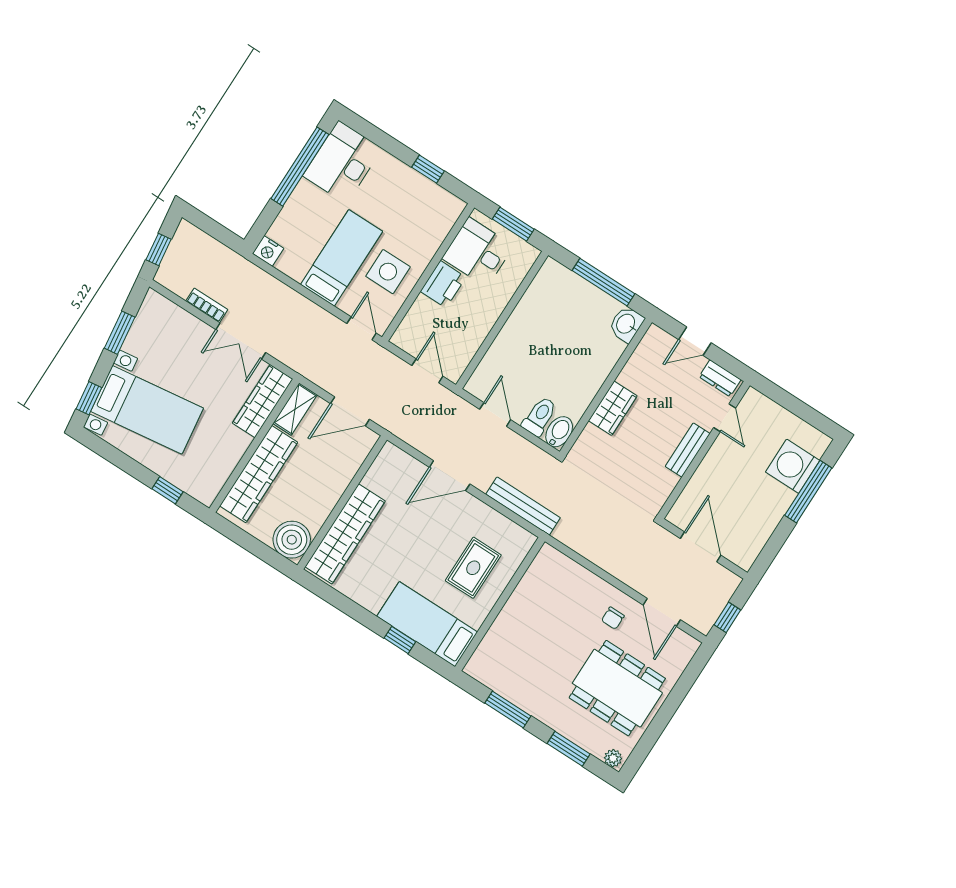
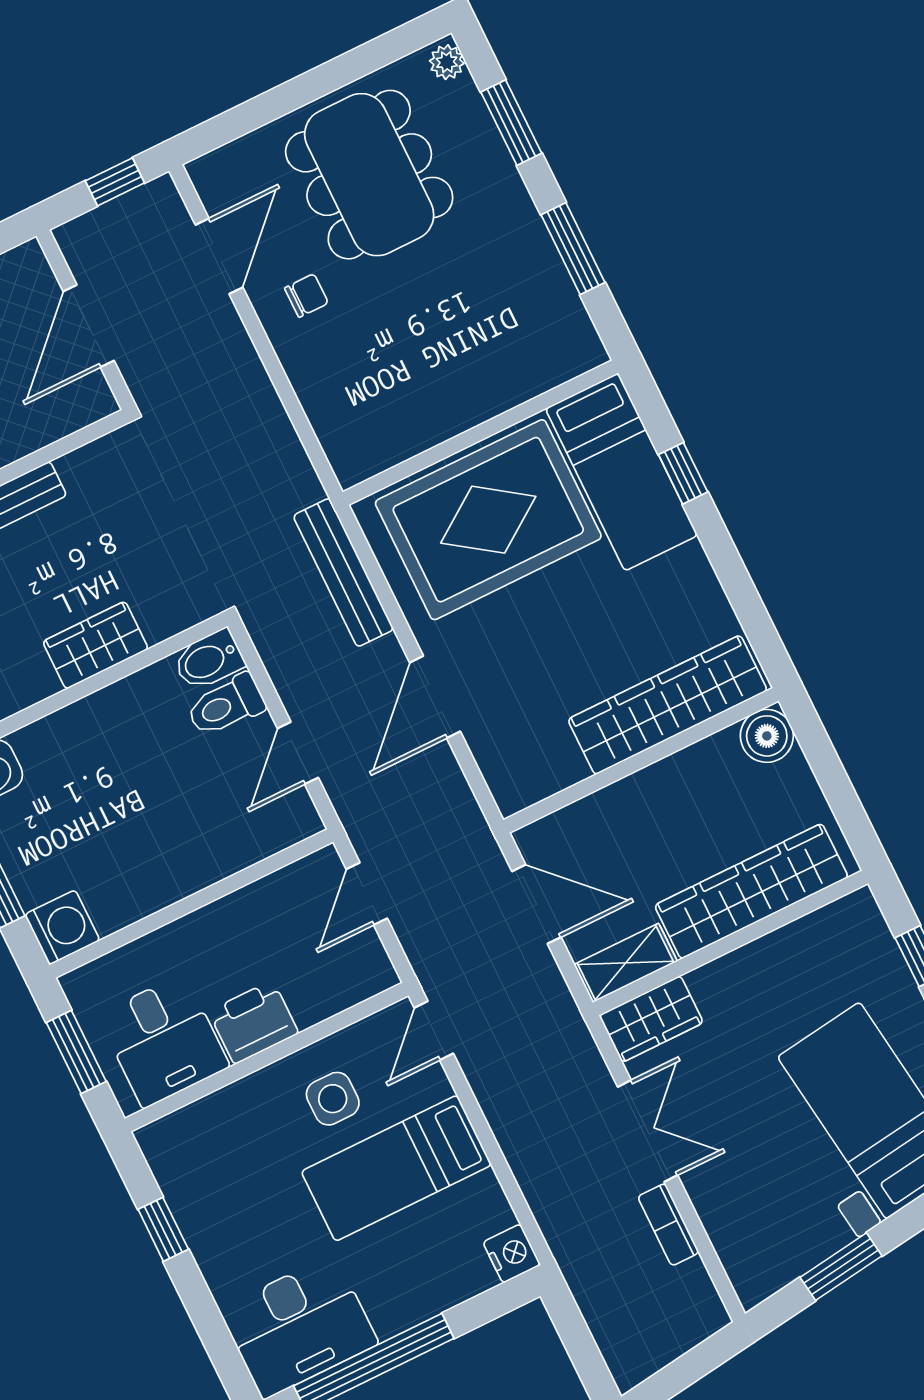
window: (159, 250) -> (693, 1366), removed
side table: (388, 272) -> (333, 1099), width x0.73, depth x0.73
washing machine: (553, 275) -> (62, 927), added
wardrobe: (263, 401) -> (651, 1019), width x0.67
door: (450, 476) -> (435, 697), swing flipped
boiler: (292, 540) -> (767, 736), width x0.73, depth x0.73
rug: (473, 568) -> (488, 520), width x1.86, depth x2.06

